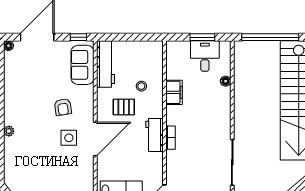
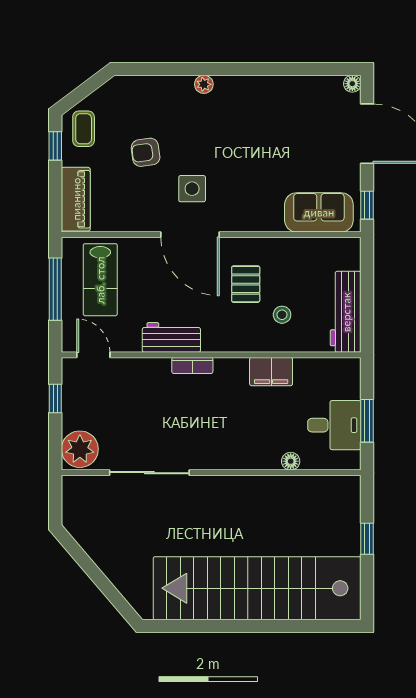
window: (270, 37) -> (367, 539), width x0.32
workbench: (105, 64) -> (346, 312), moved, turned 90
armchair: (63, 107) -> (146, 152), moved
workbench: (154, 135) -> (171, 337), moved

